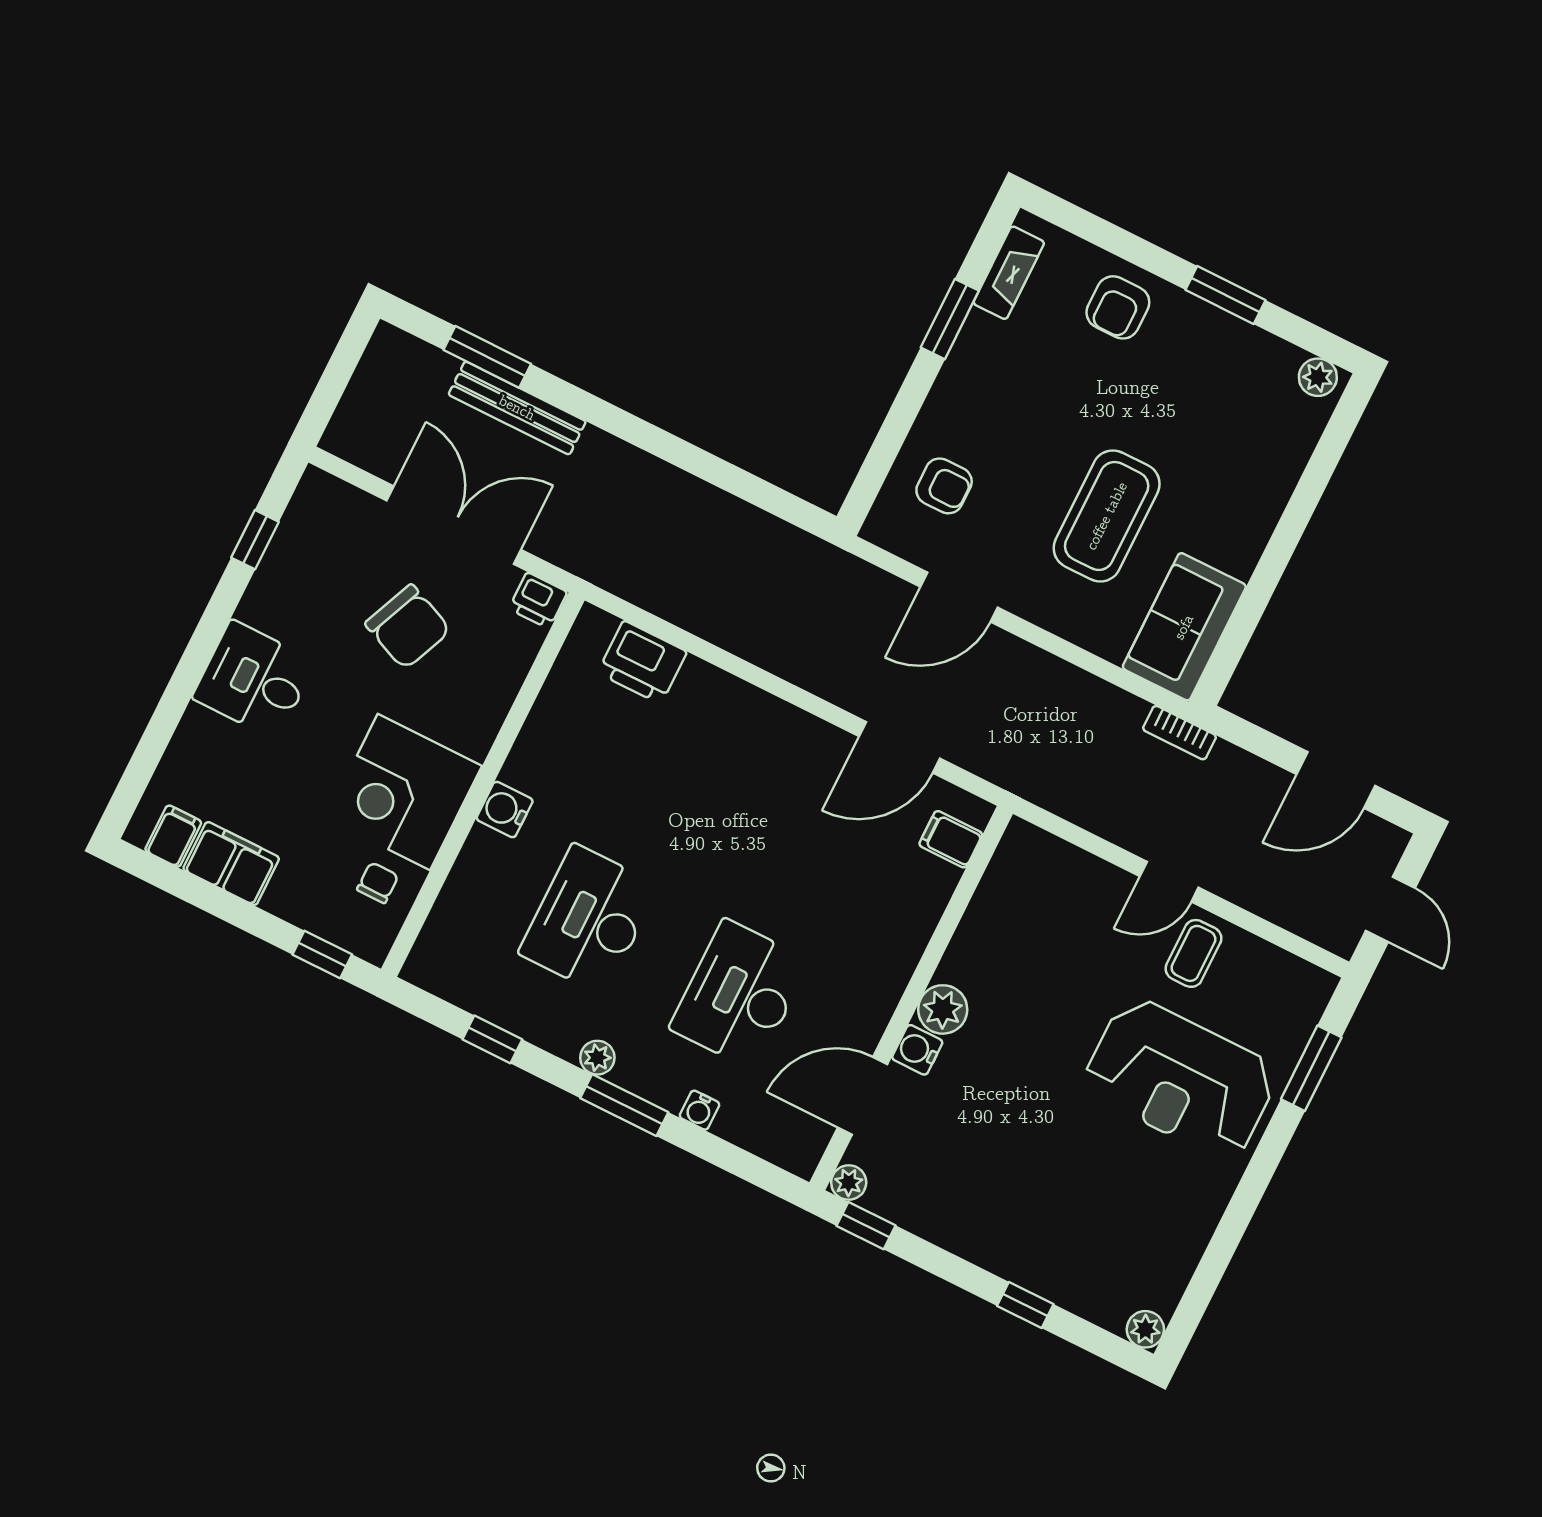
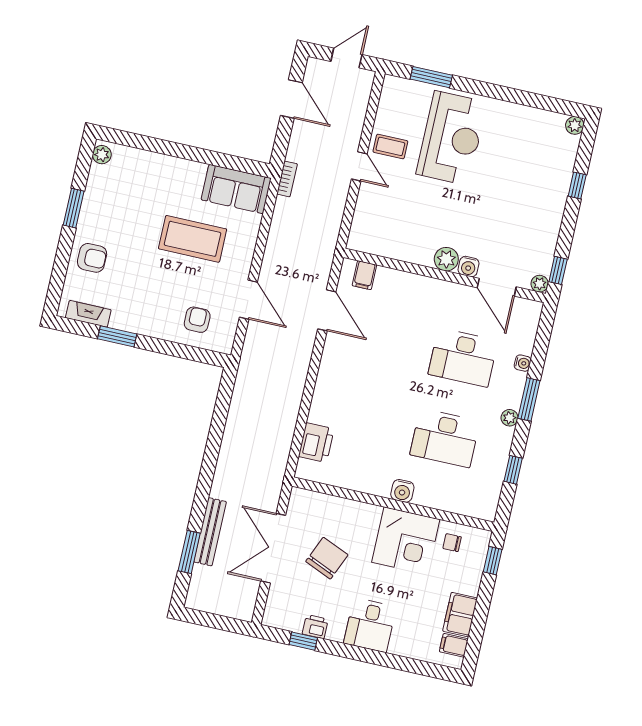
printer: (538, 600) -> (315, 627), moved, turned -90

